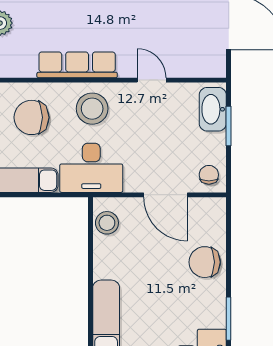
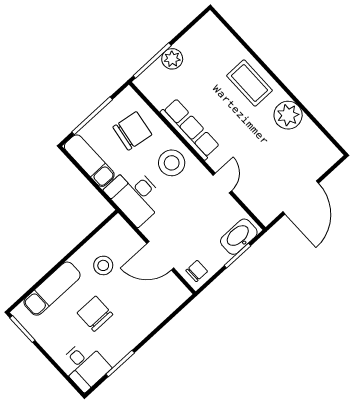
chair: (31, 117) -> (132, 131), turned 99
door: (165, 195) -> (160, 256), hinge flipped
stool: (107, 223) -> (103, 265), moved
chair: (205, 262) -> (95, 314), moved

